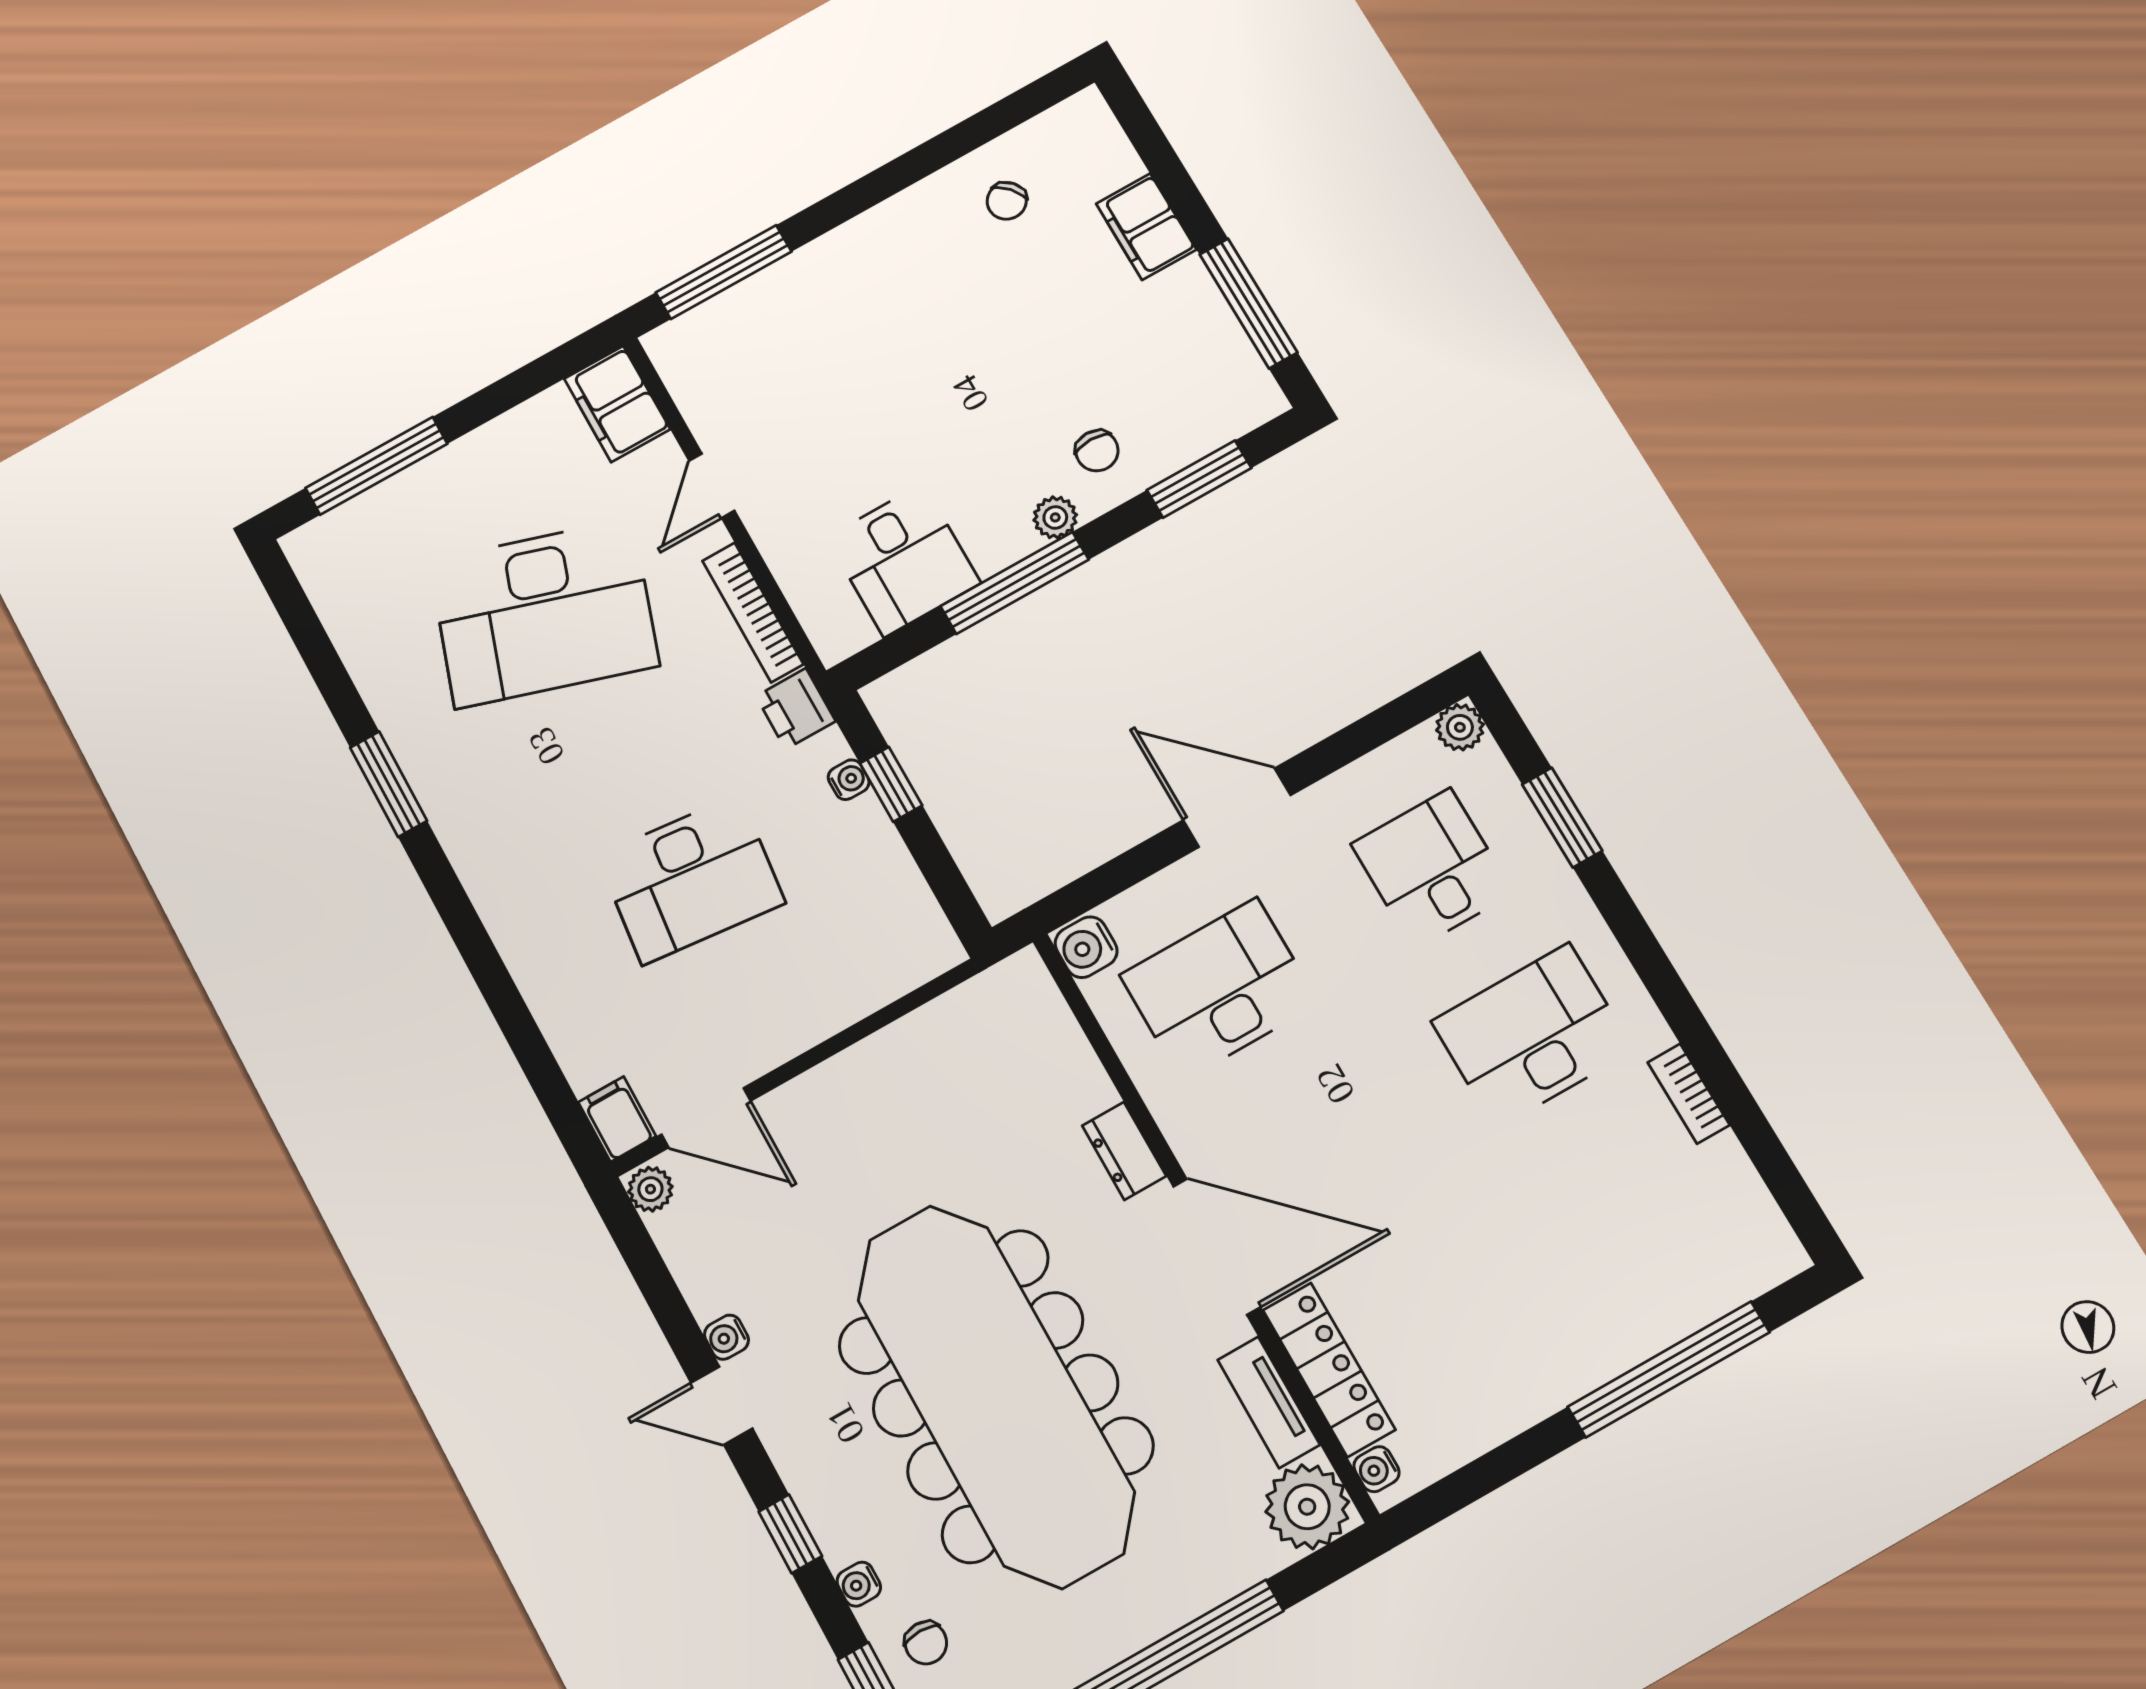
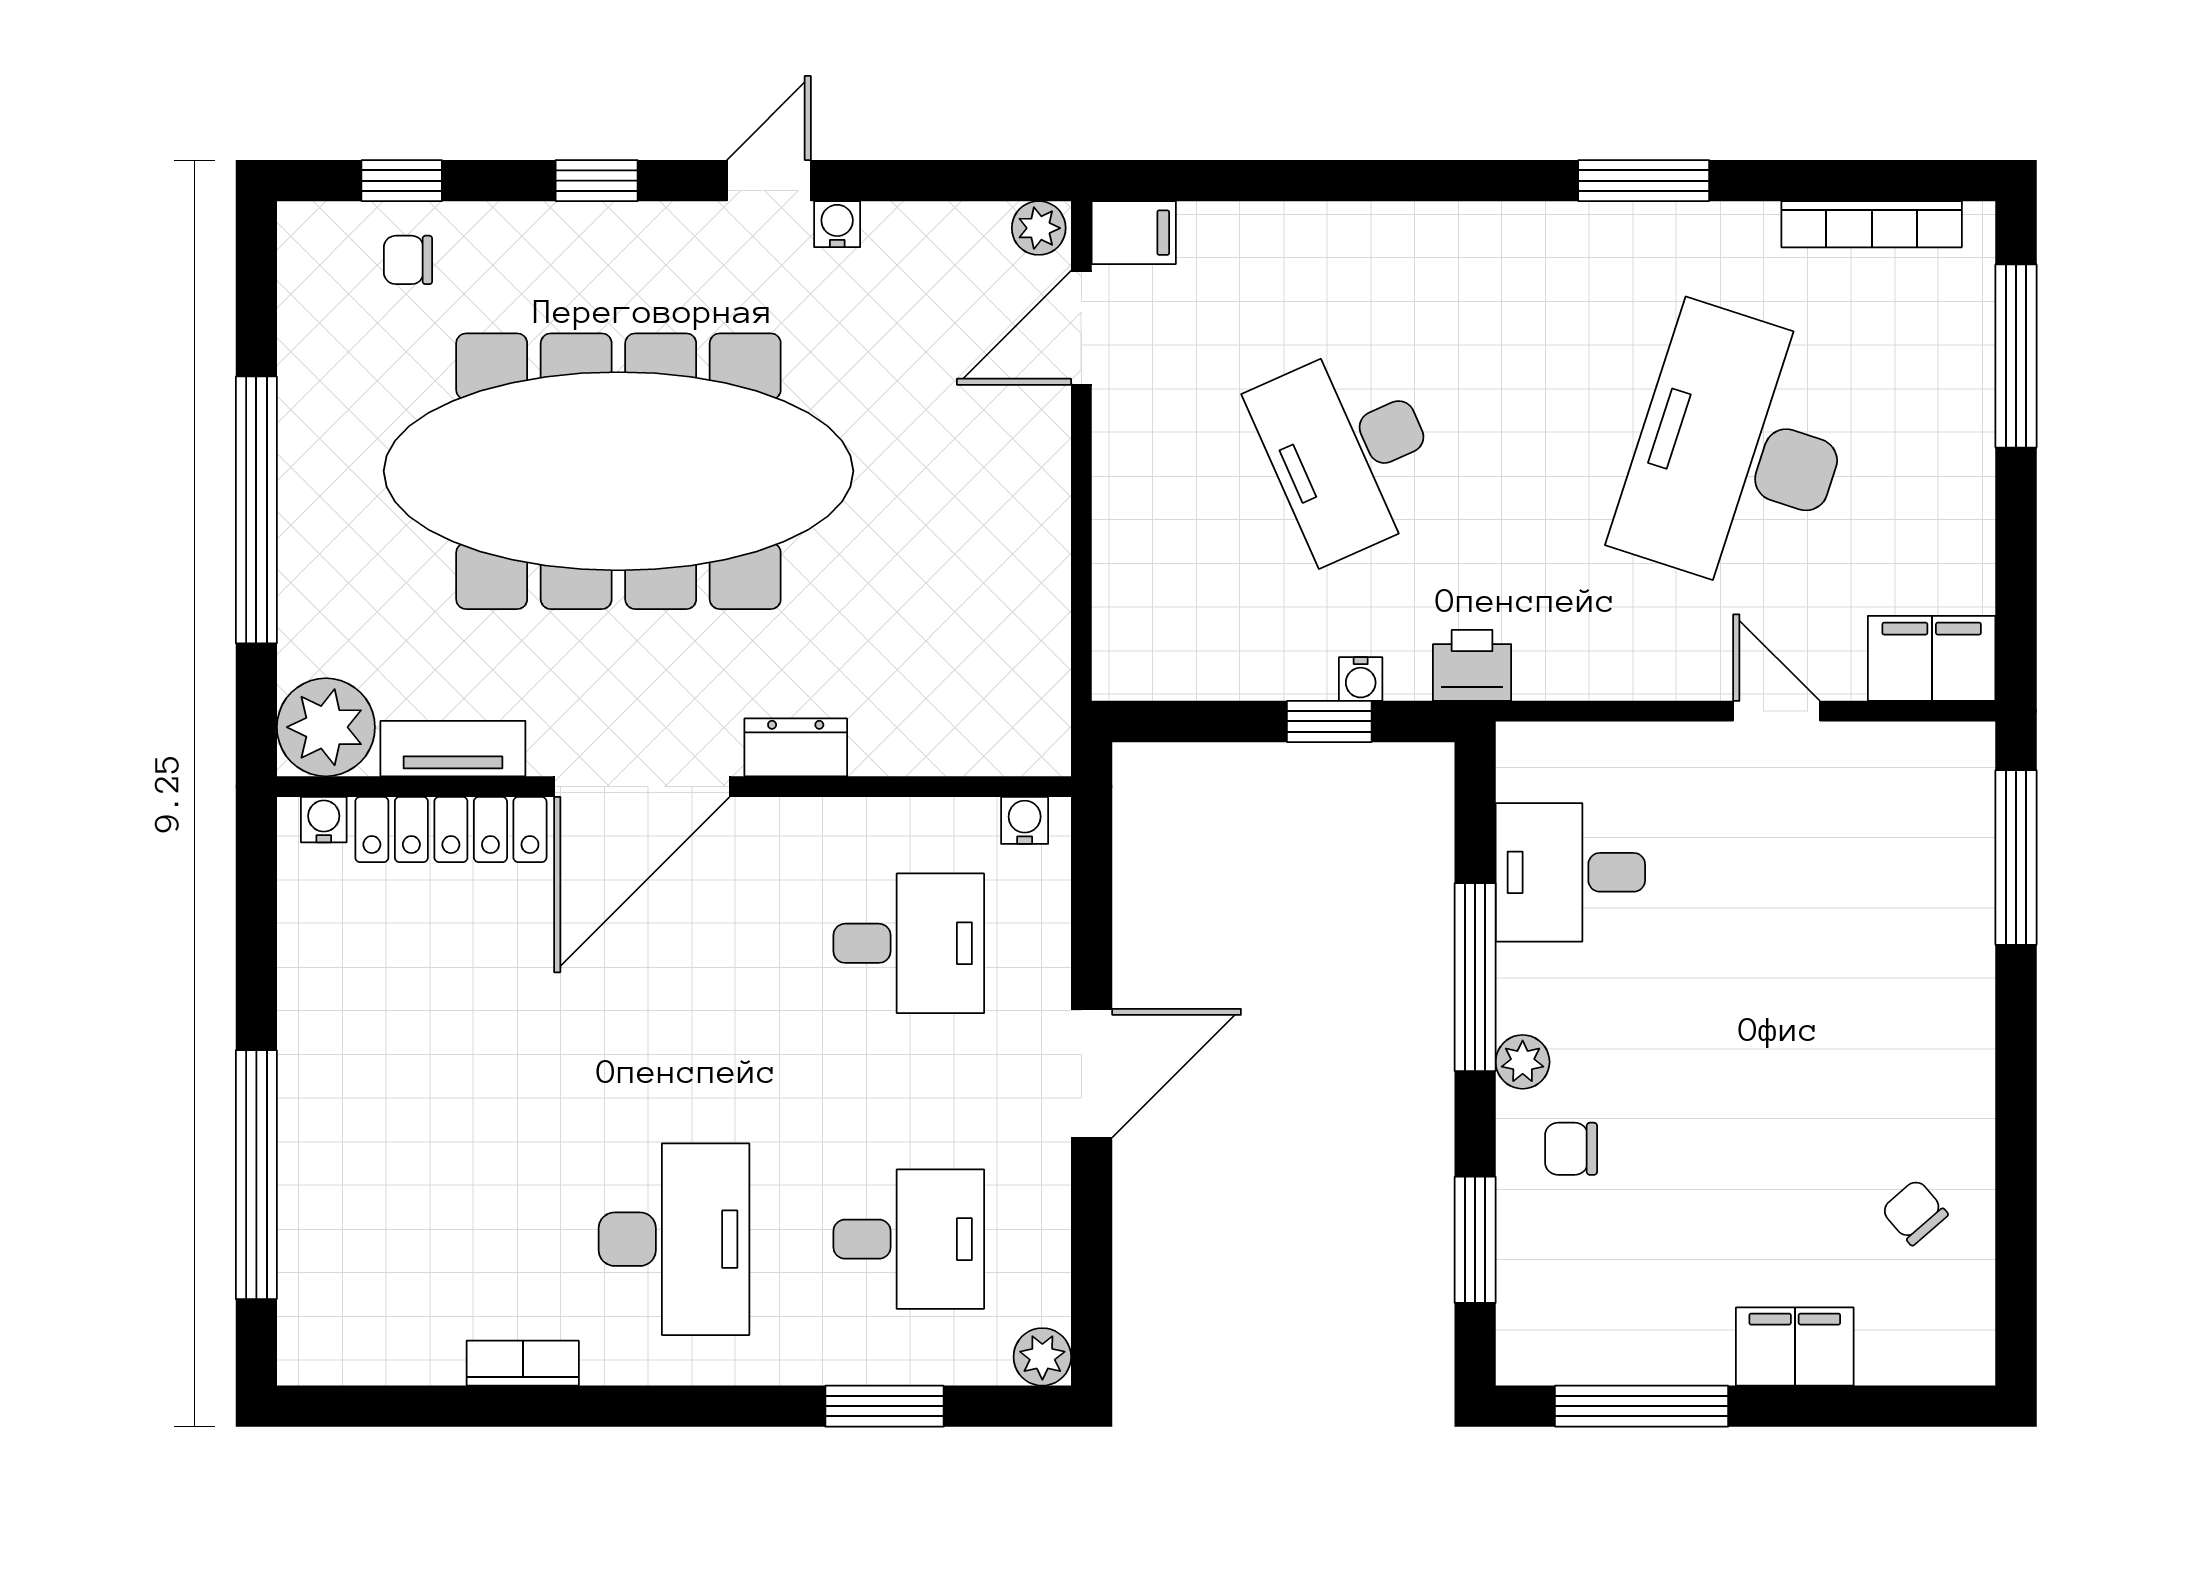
bookcase: (753, 612) -> (1872, 224), moved, turned 180
desk: (691, 879) -> (1349, 451), turned -30
water cooler: (1086, 947) -> (1025, 820), width x0.72, depth x0.72
desk: (1219, 989) -> (909, 943), width x0.73
water cooler: (859, 1584) -> (506, 223), removed

